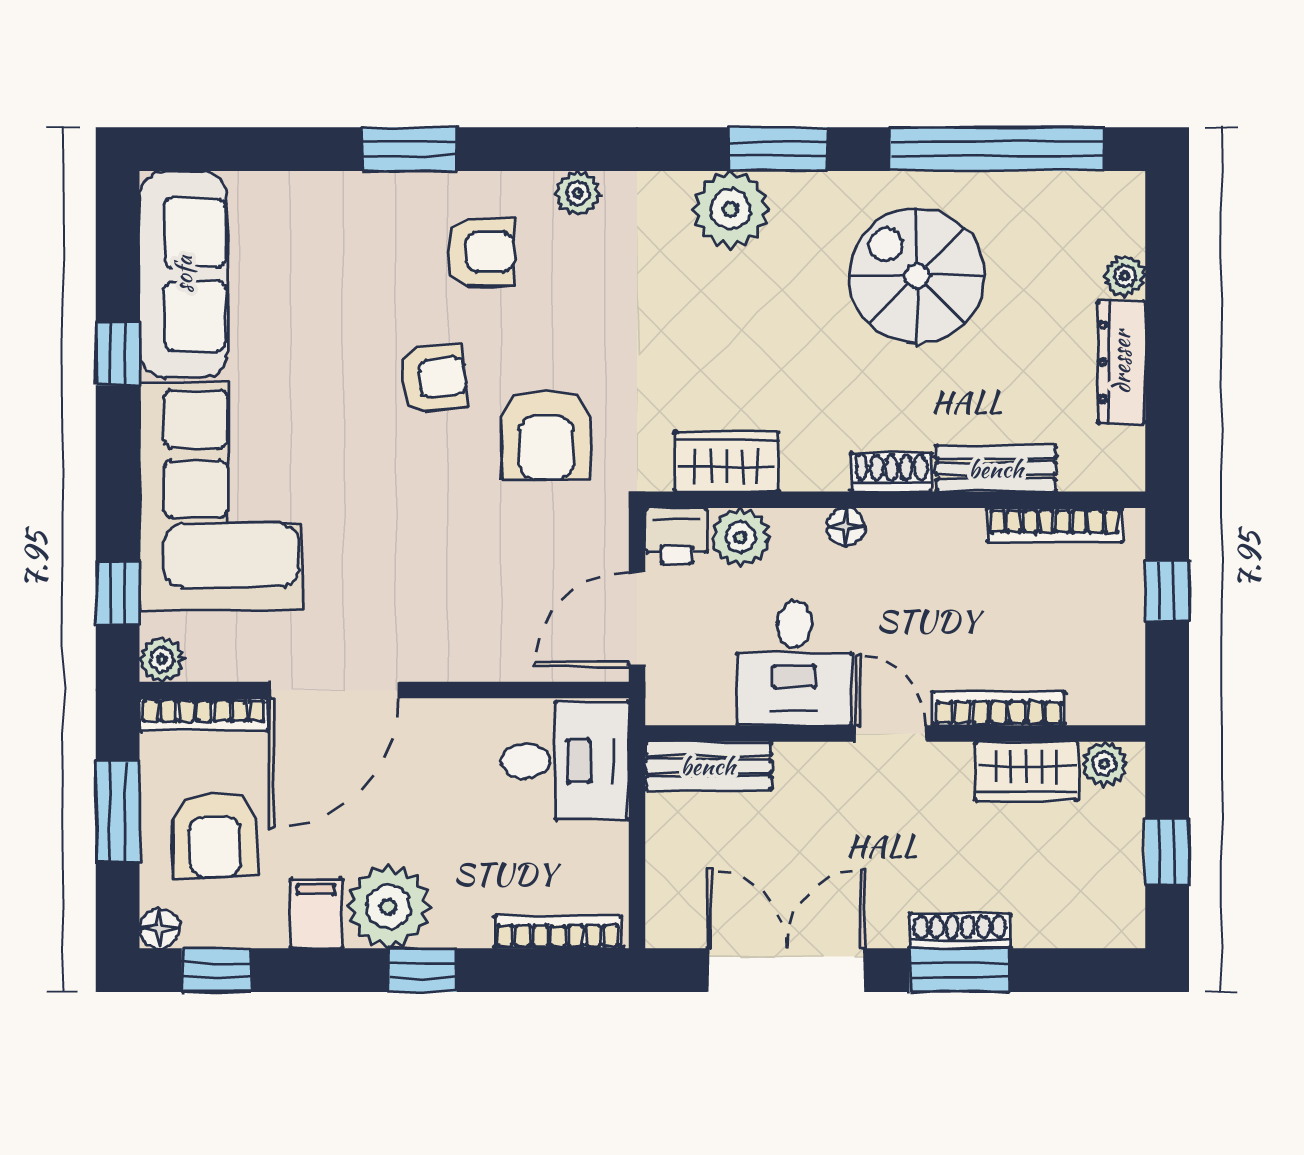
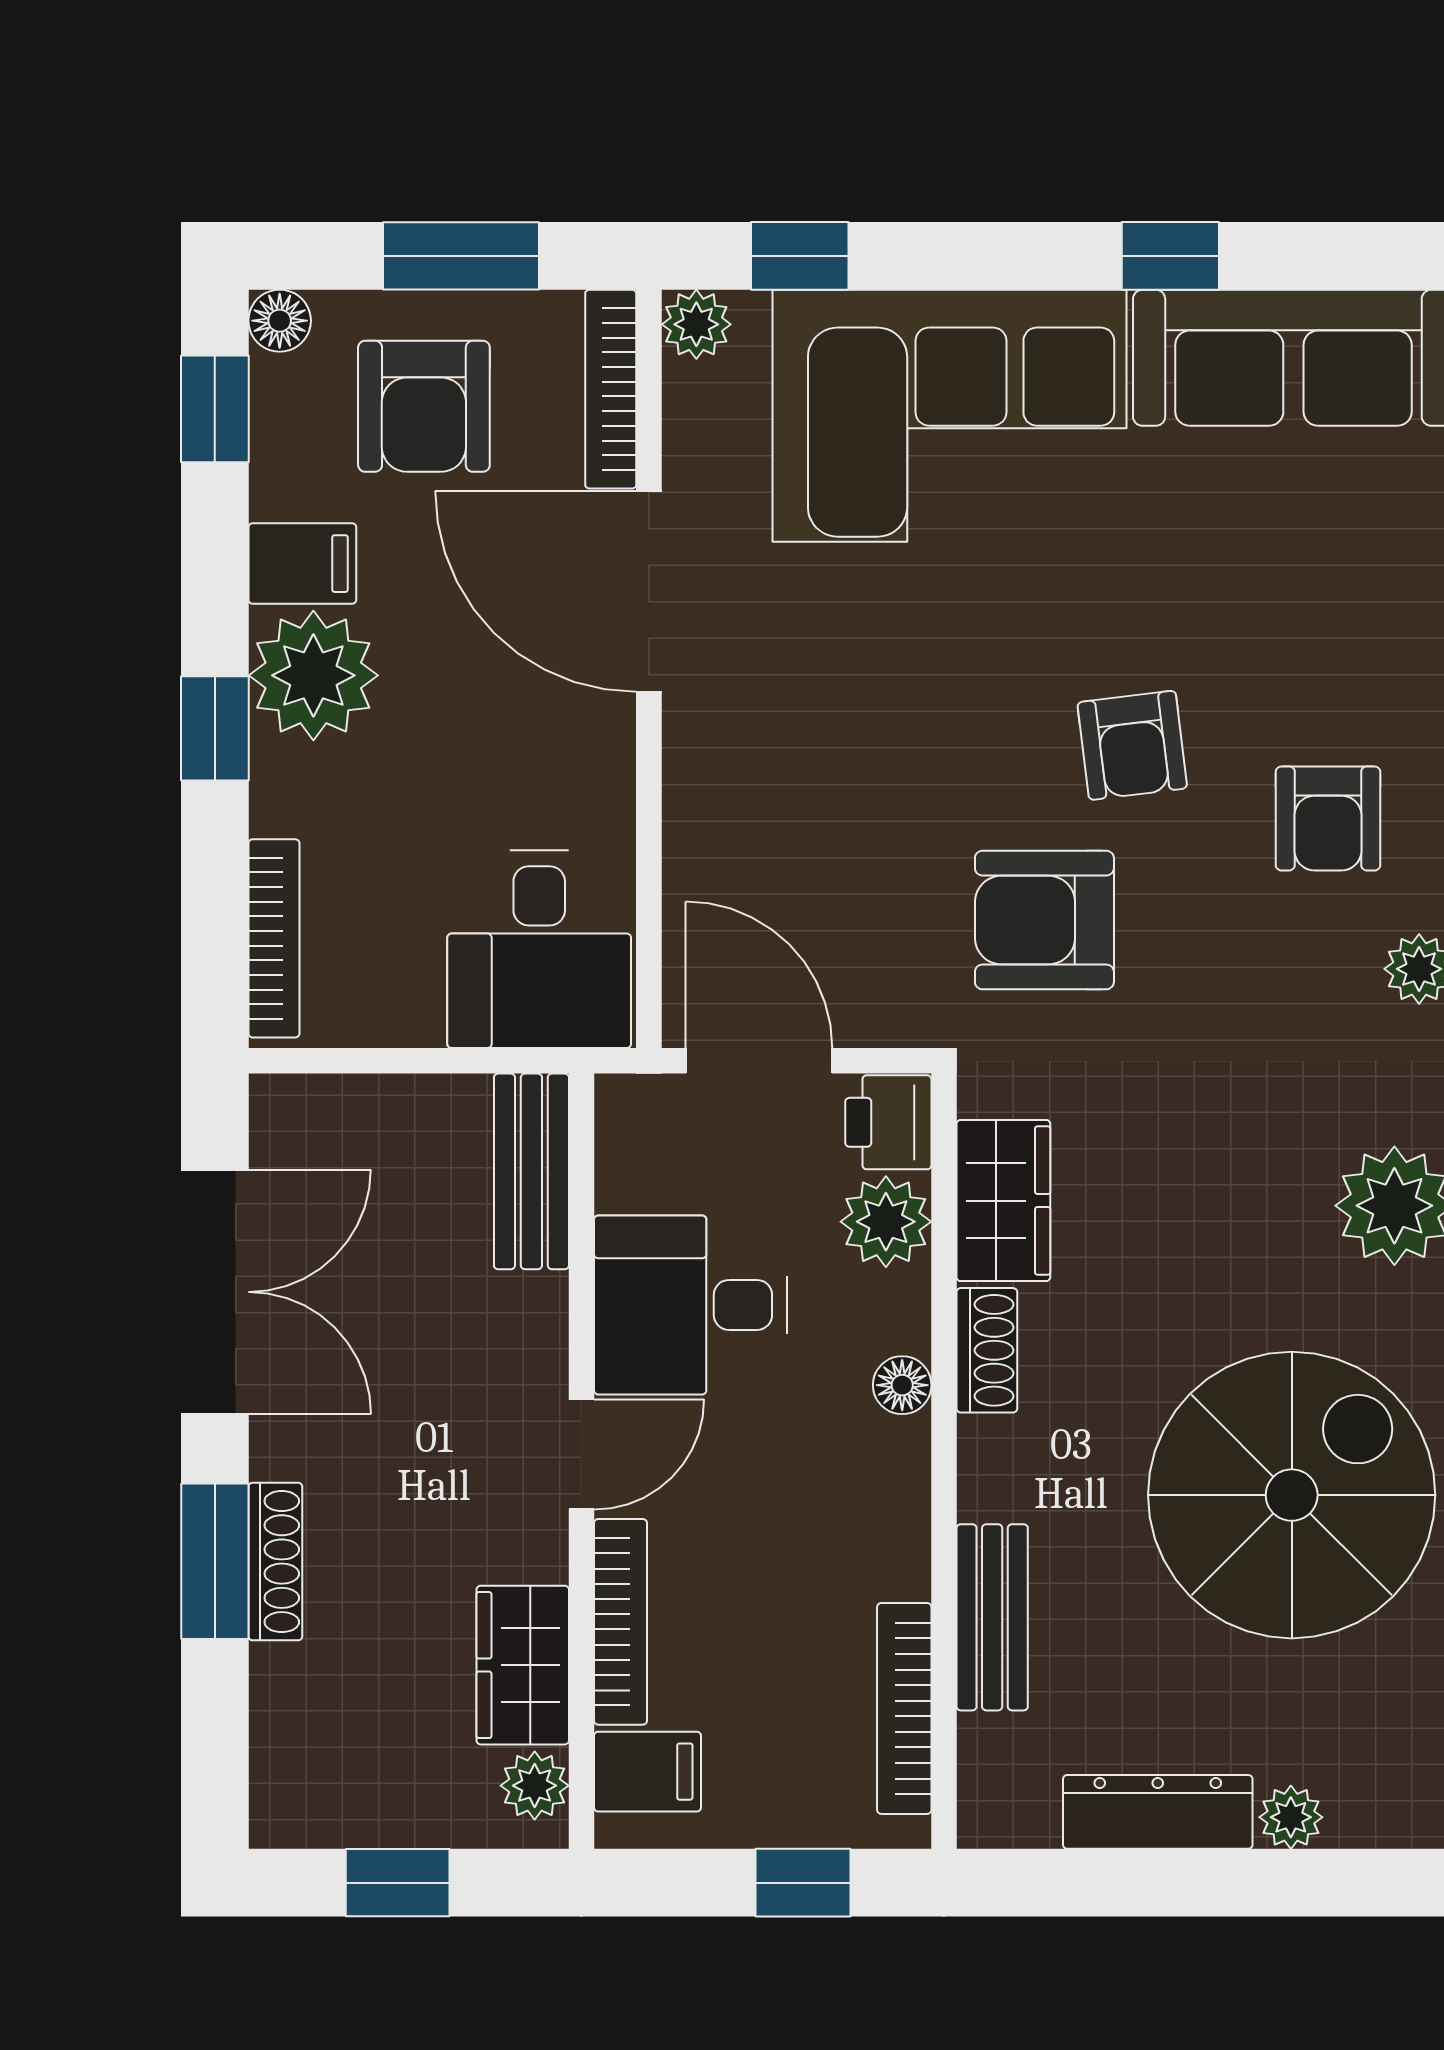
spiral stairs: (917, 275) -> (1292, 1495), width x1.37, depth x1.37
shoe rack: (891, 472) -> (987, 1350), moved
filing cabinet: (1095, 691) -> (647, 1772), added
armchair: (215, 835) -> (424, 406), turned -88

